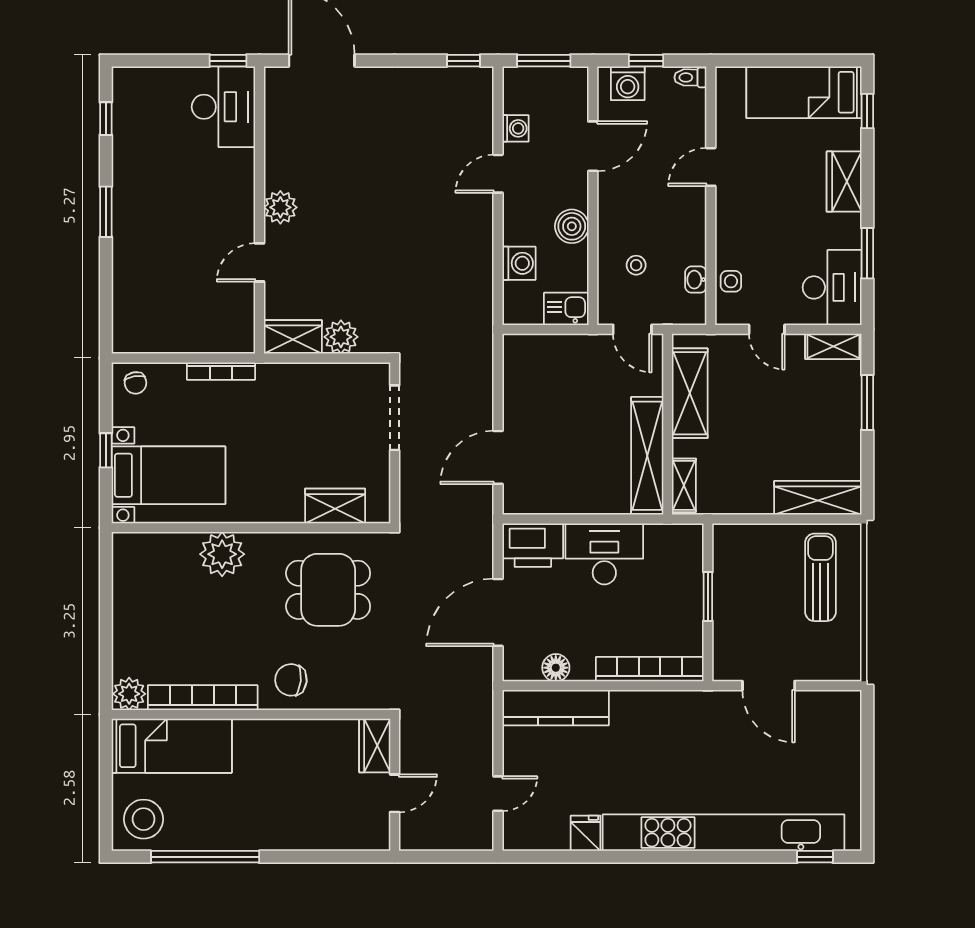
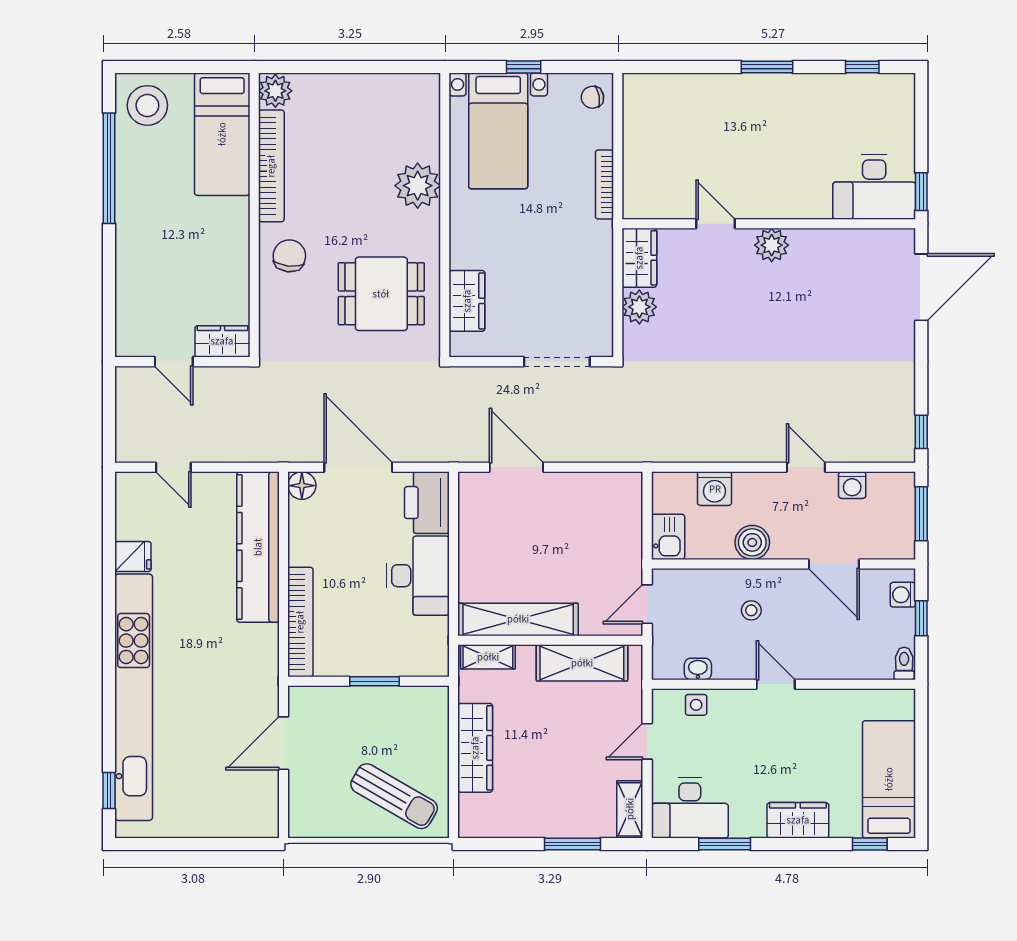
washing machine: (628, 83) -> (903, 595), width x0.73, depth x0.73
door: (711, 167) -> (776, 684), moved
stool: (636, 265) -> (751, 610), moved
wardrobe: (818, 498) -> (475, 748), moved
sun lounger: (820, 577) -> (394, 796), turned 30
dining table: (328, 590) -> (381, 294), turned 90
floor lamp: (556, 668) -> (302, 486), moved
kitchen counter: (556, 708) -> (258, 547), width x1.39, depth x1.17

